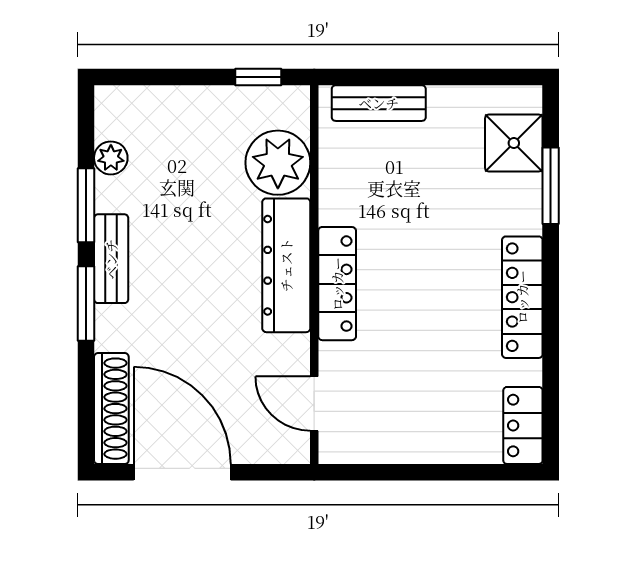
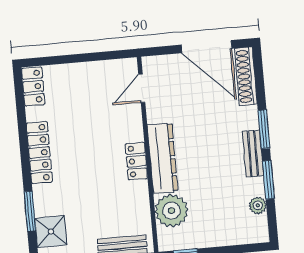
locker: (337, 284) -> (136, 161), width x0.66
door: (314, 404) -> (142, 88), swing flipped

